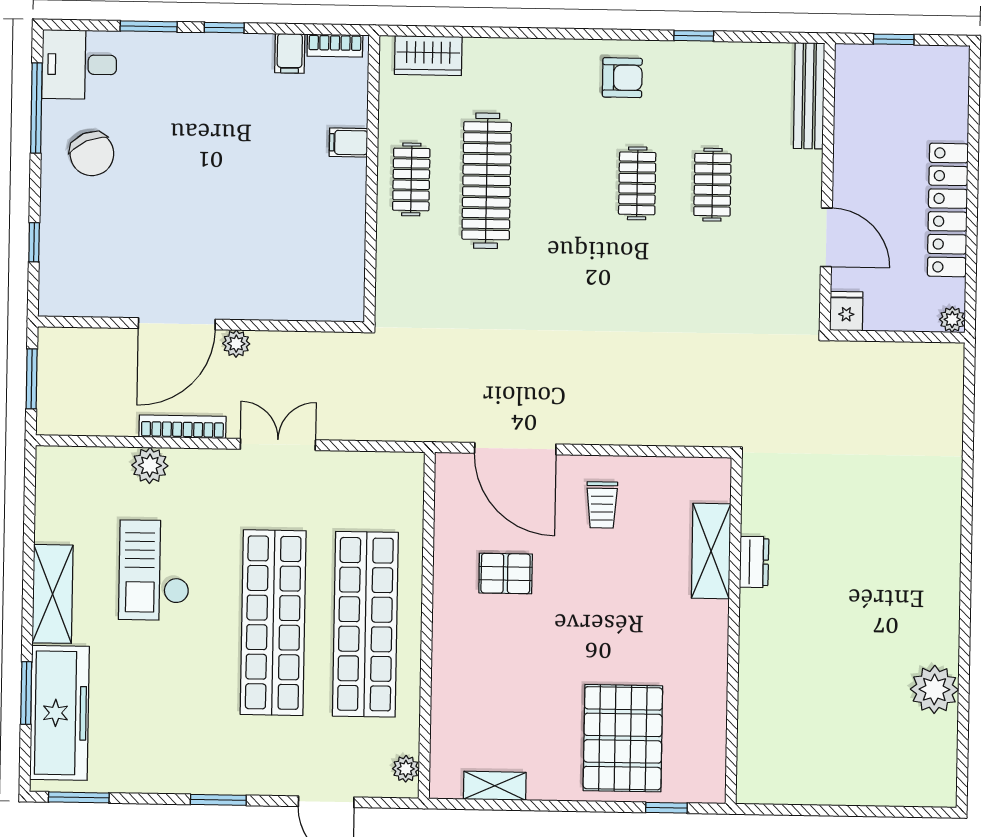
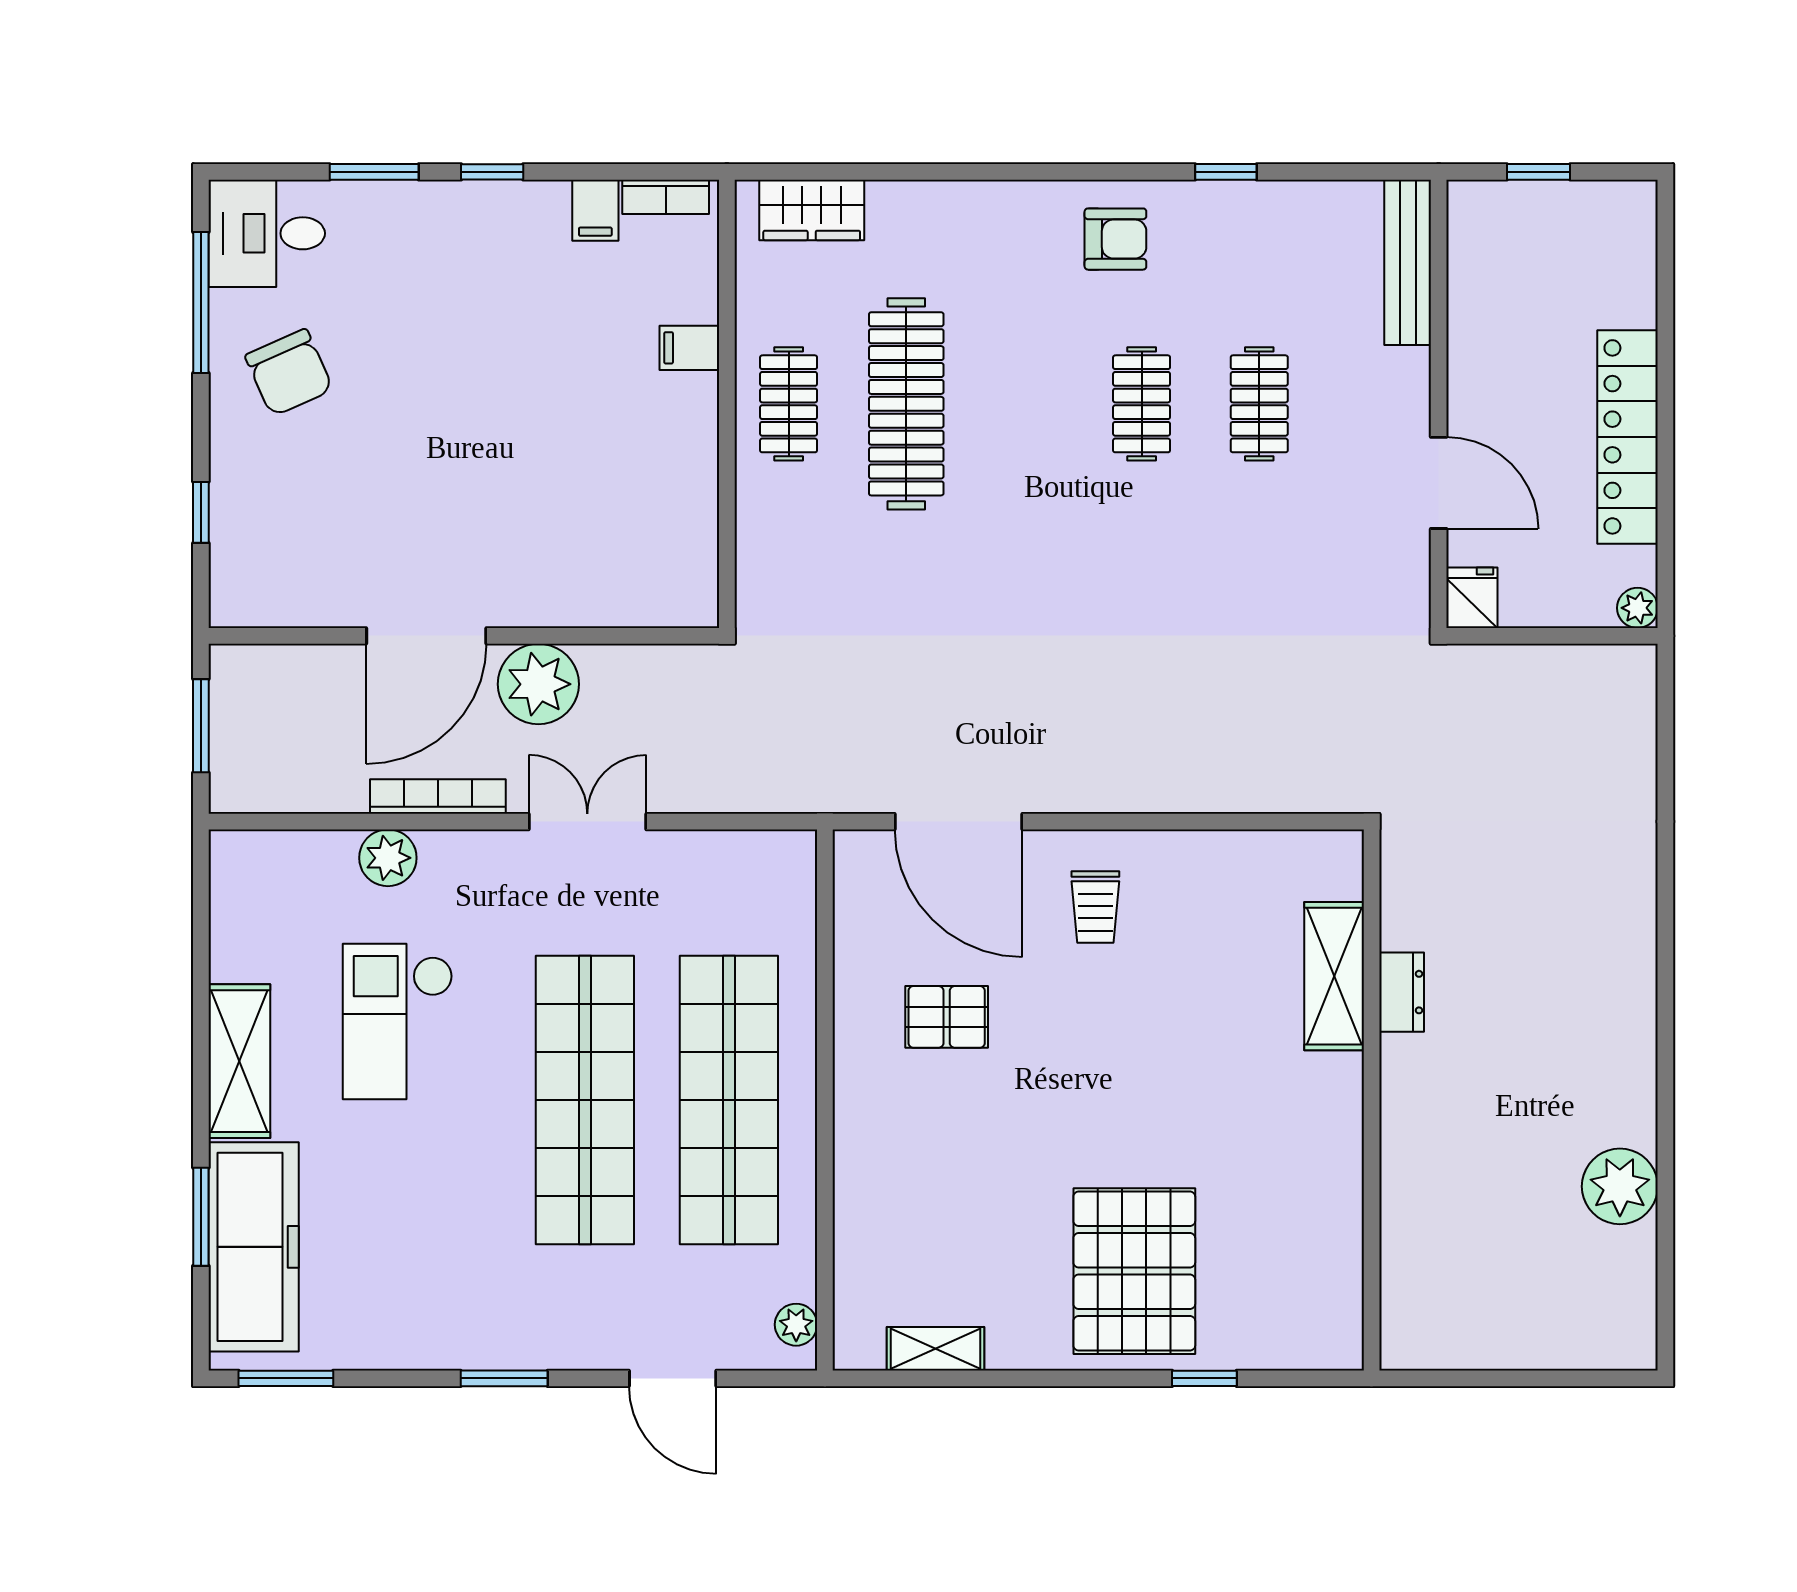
plant: (236, 344) -> (538, 684), width x1.88, depth x1.88
shelving: (711, 551) -> (1334, 976), moved
dresser: (754, 562) -> (1402, 992), moved
wall: (734, 631) -> (1372, 1100), moved

